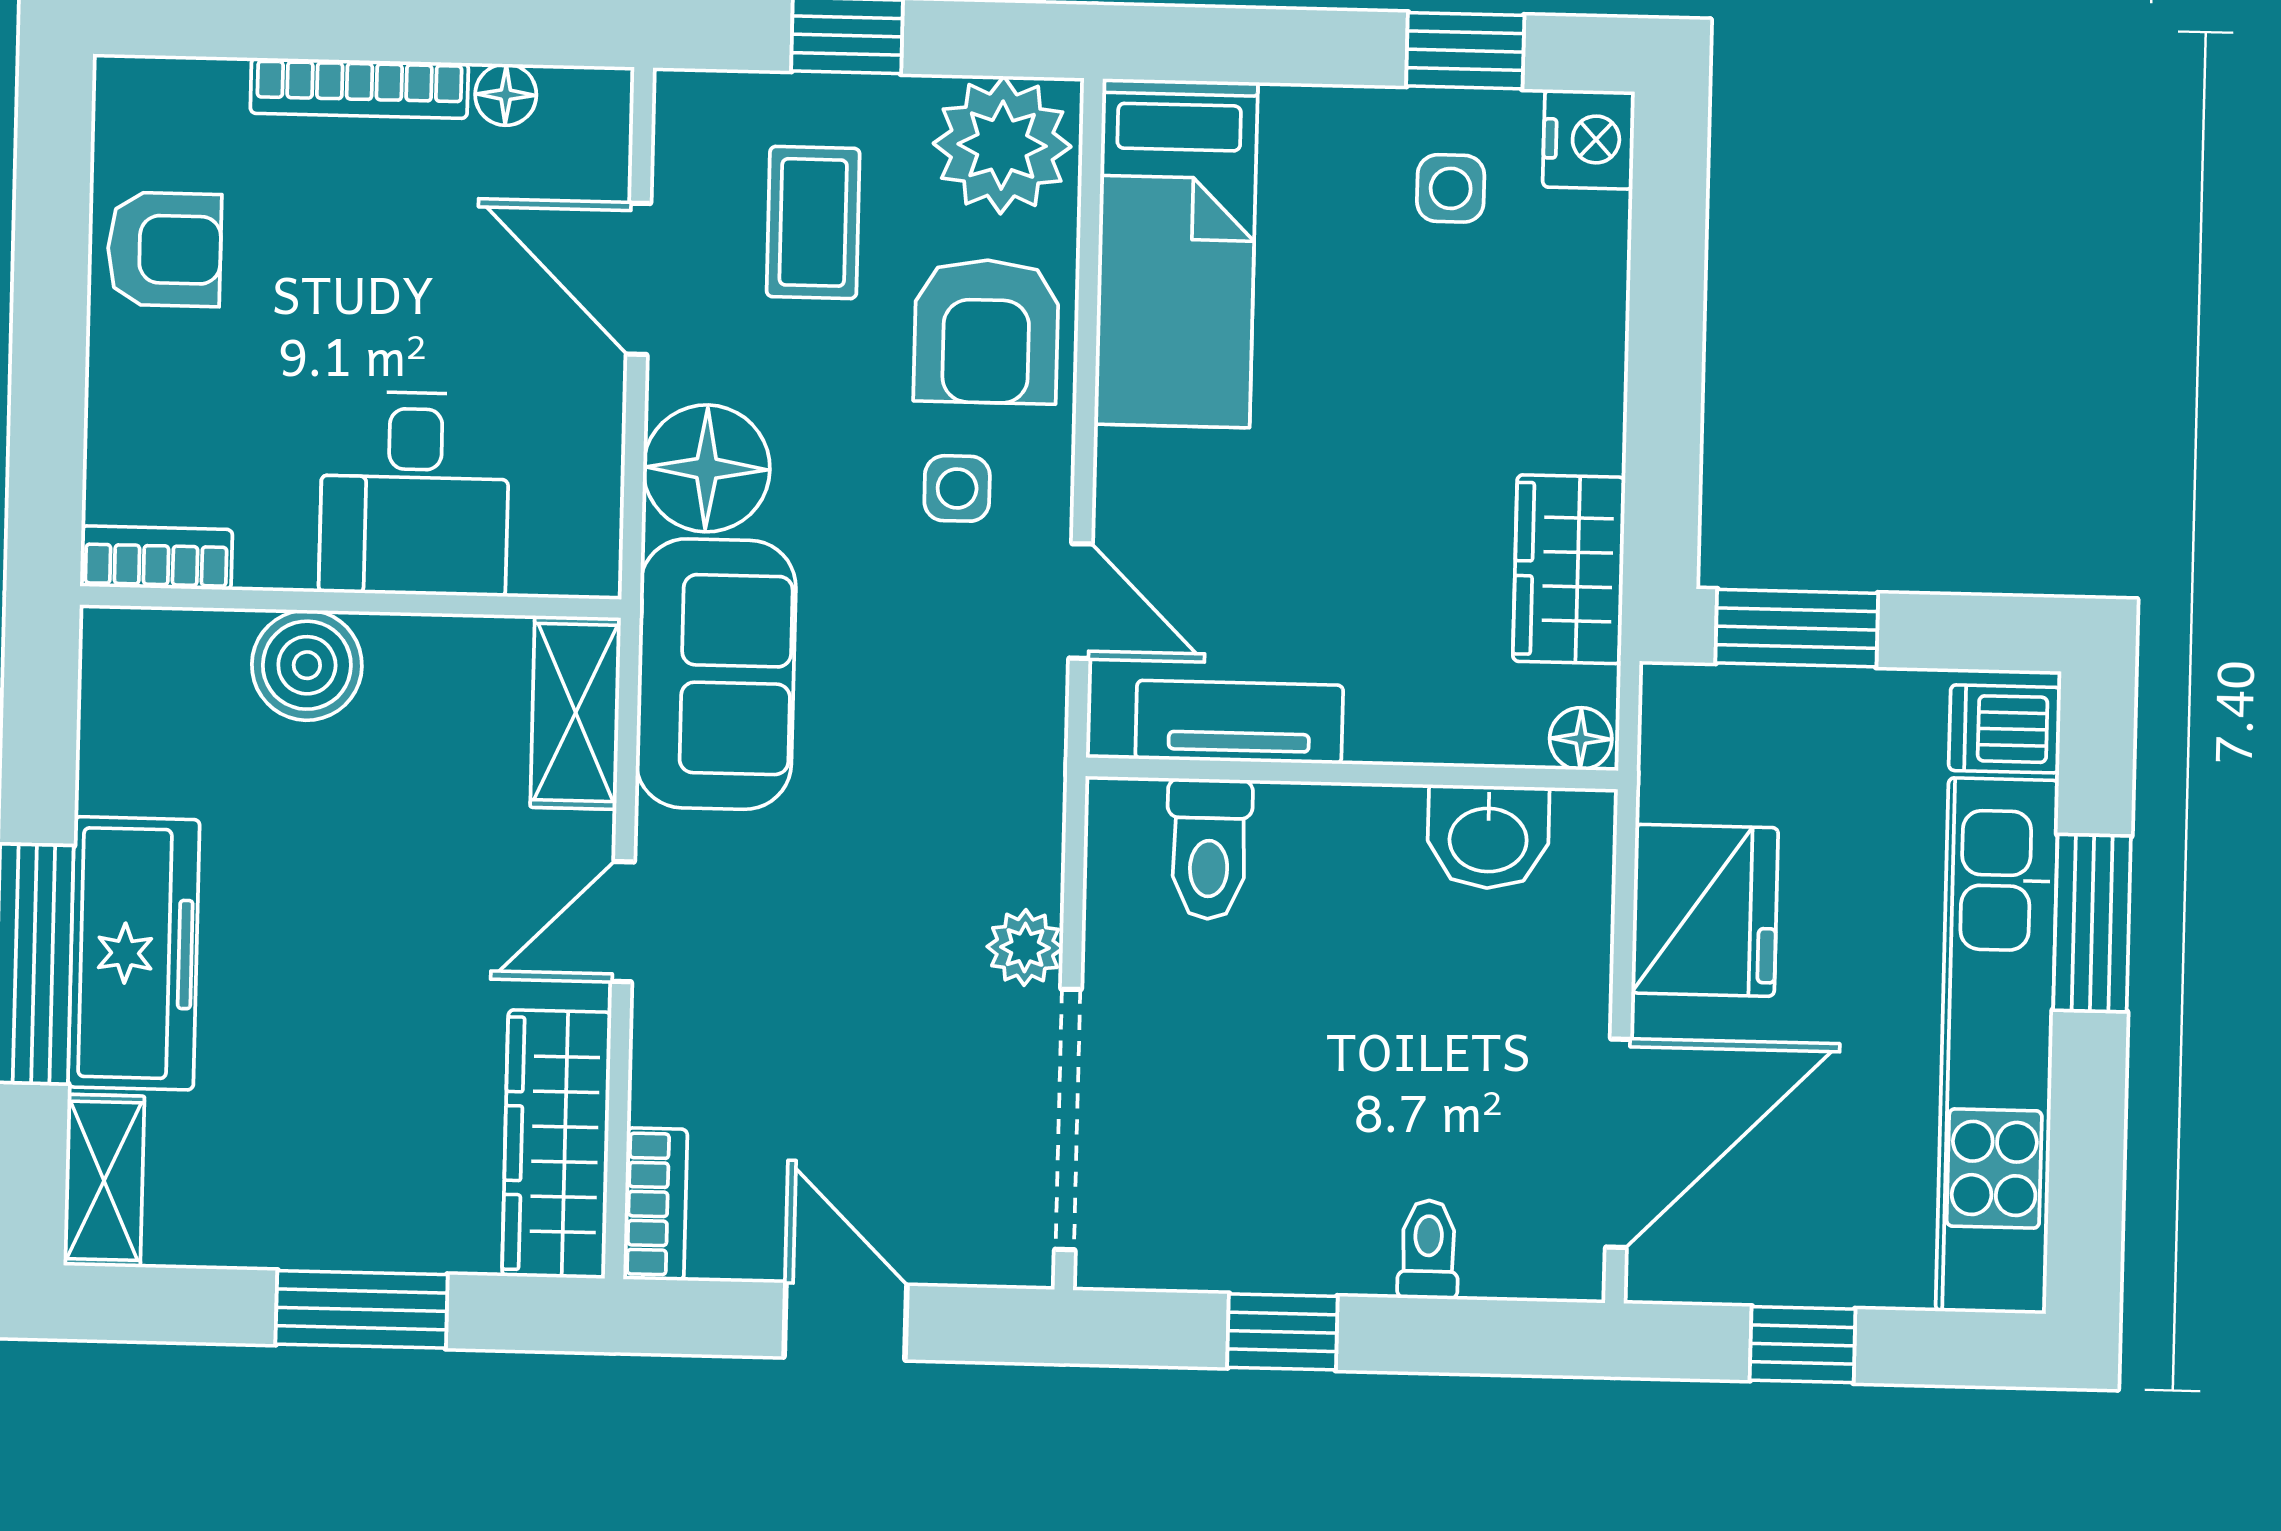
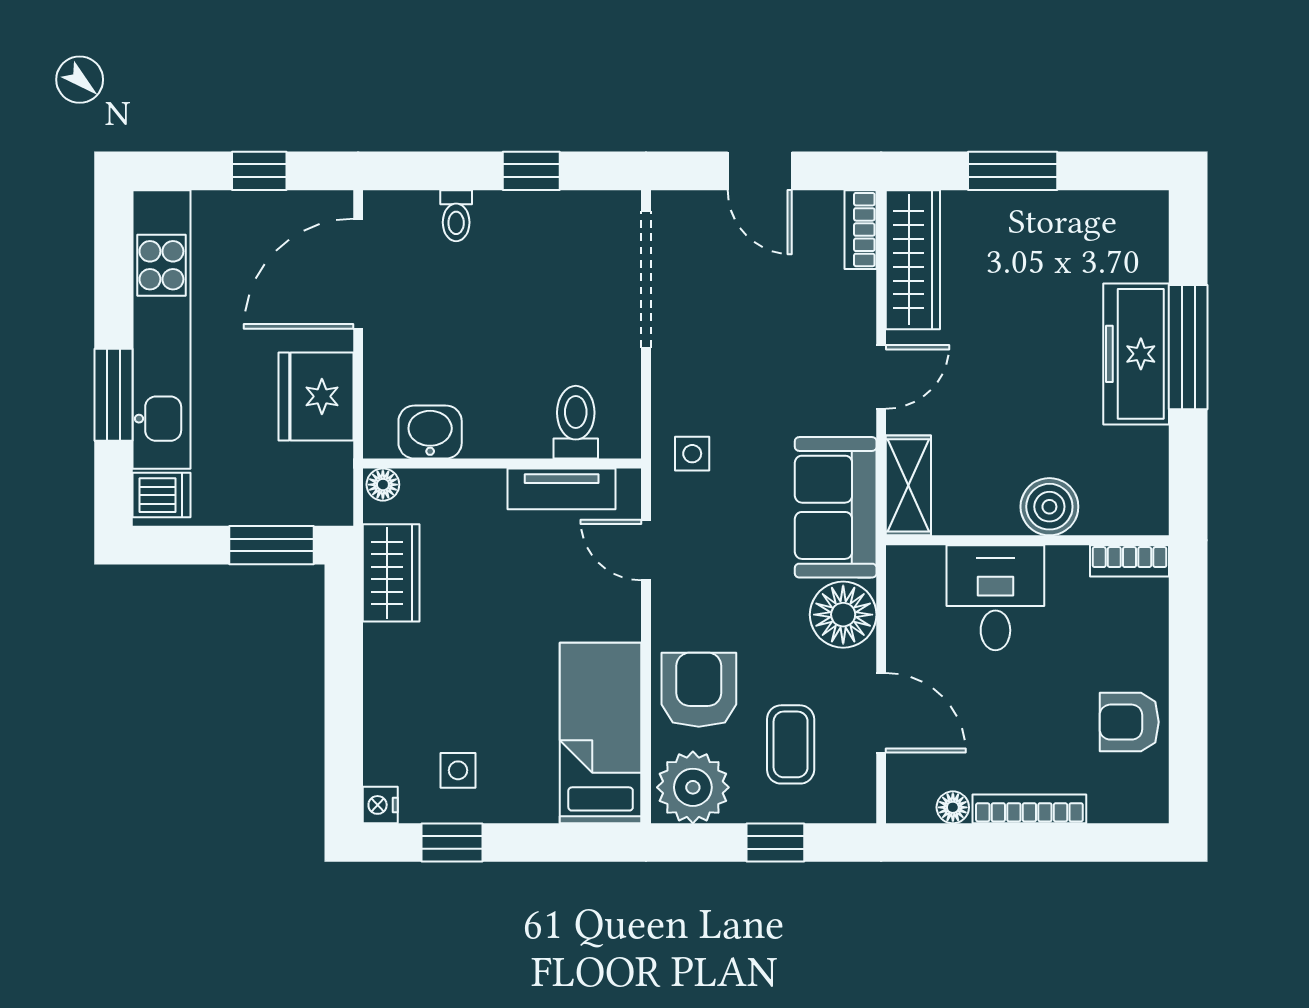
nightstand: (1589, 139) -> (380, 805), width x0.72, depth x0.74
side table: (957, 488) -> (692, 454), moved
plant: (1025, 948) -> (671, 368), removed
shelving: (104, 1181) -> (1149, 235), removed

